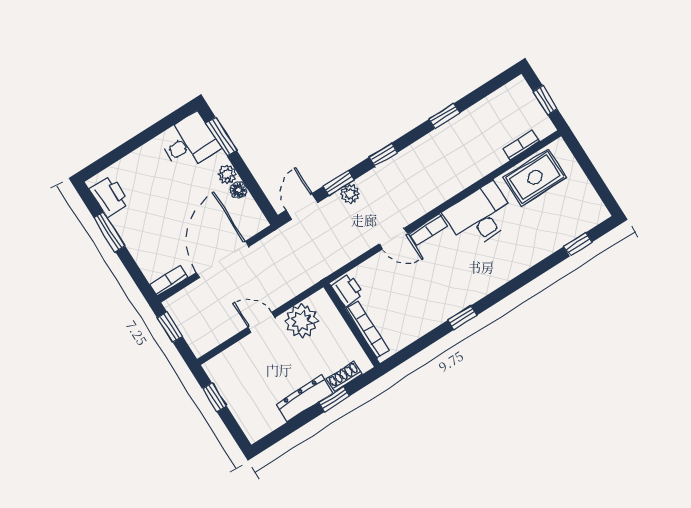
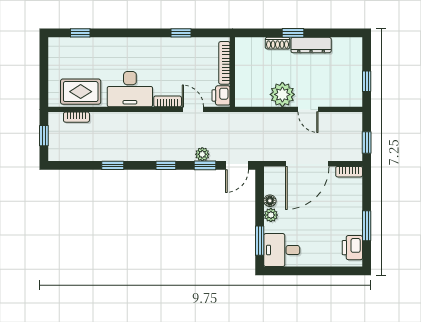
printer: (348, 290) -> (221, 95), moved
wall: (352, 325) -> (232, 72), moved
bookcase: (368, 330) -> (224, 63), moved

